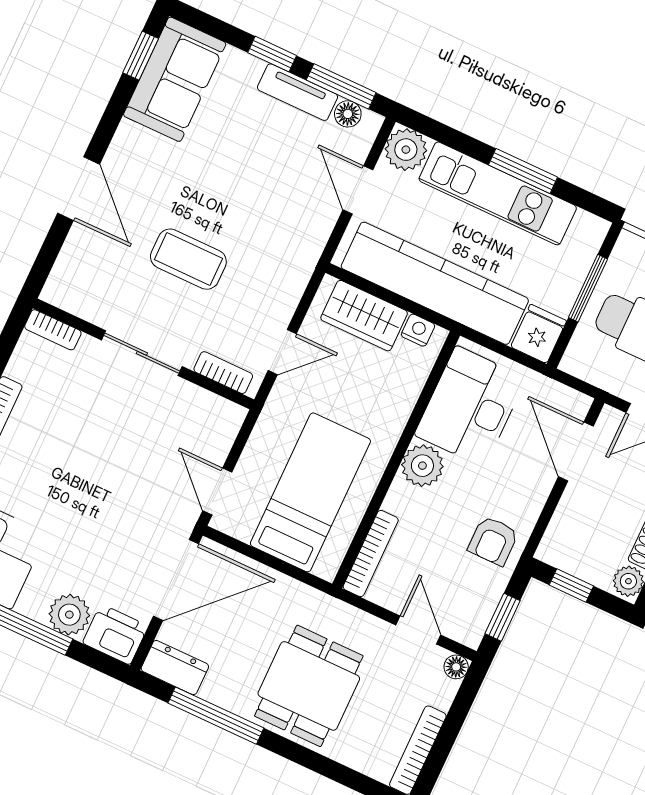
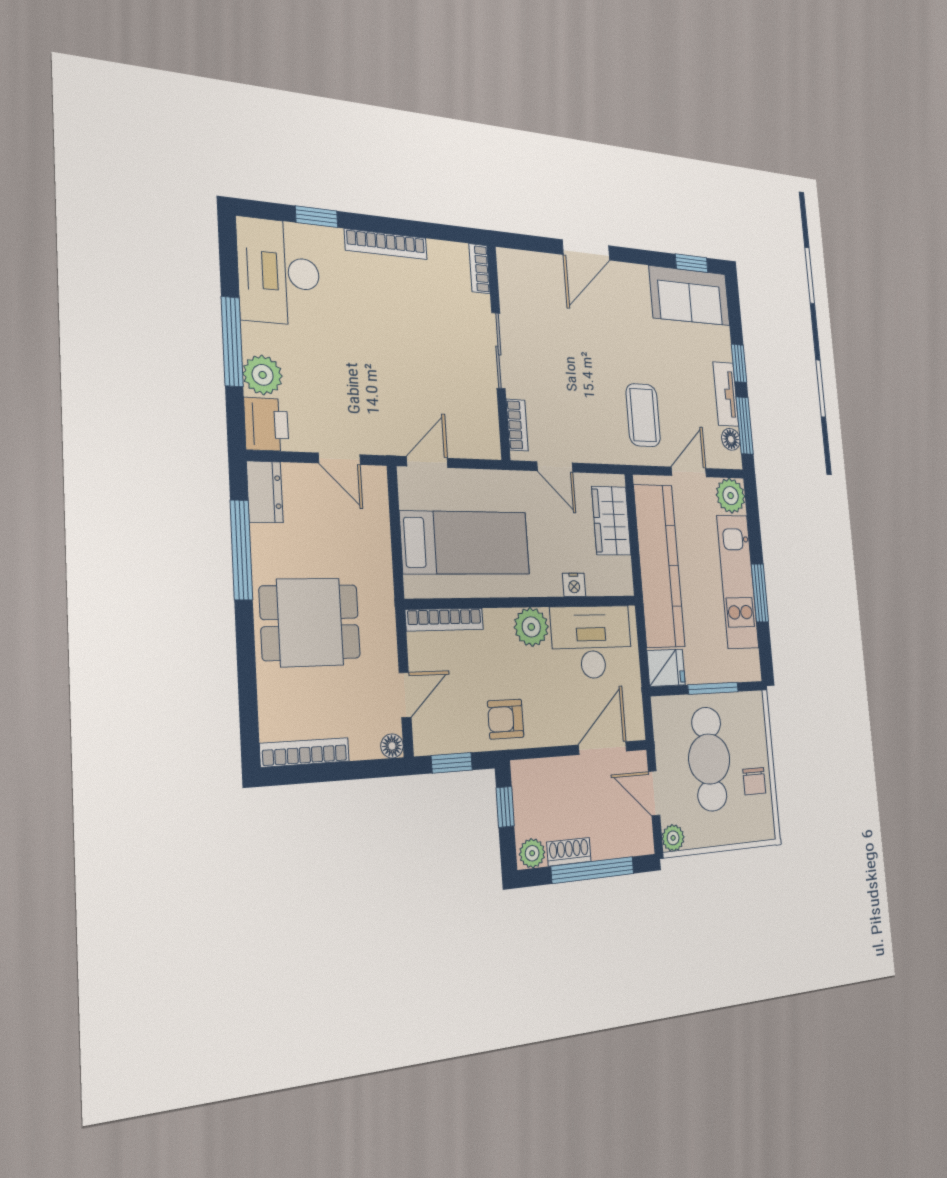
coffee table: (188, 259) -> (643, 415), moved
nightstand: (418, 330) -> (574, 585), moved, turned 90
door: (176, 580) -> (339, 459), width x0.53

